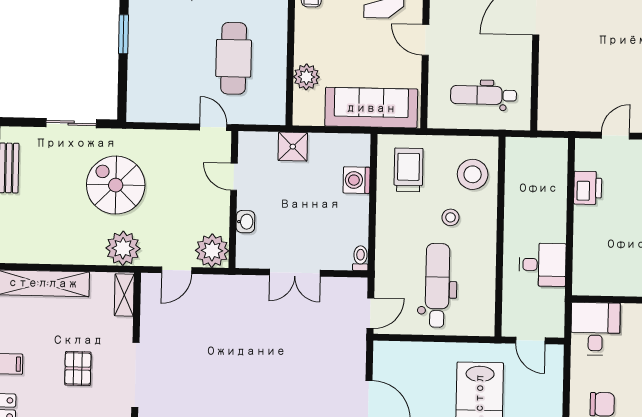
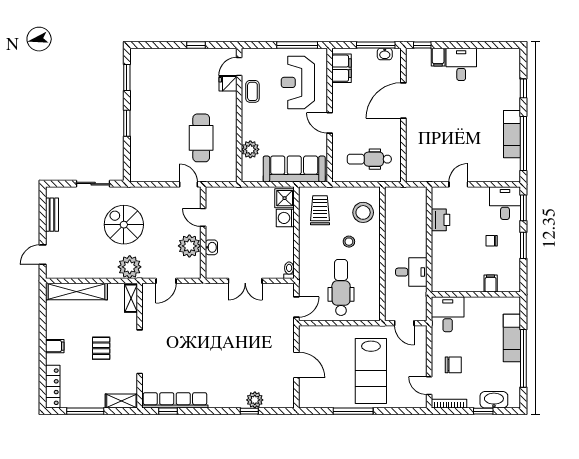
shower: (293, 147) -> (285, 198), moved
plant: (212, 251) -> (189, 246), moved

